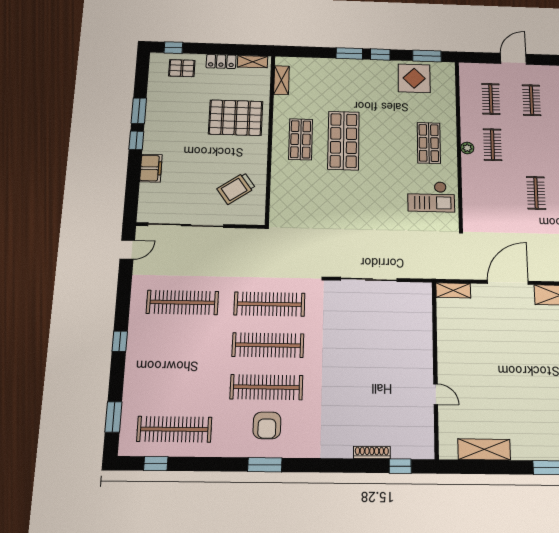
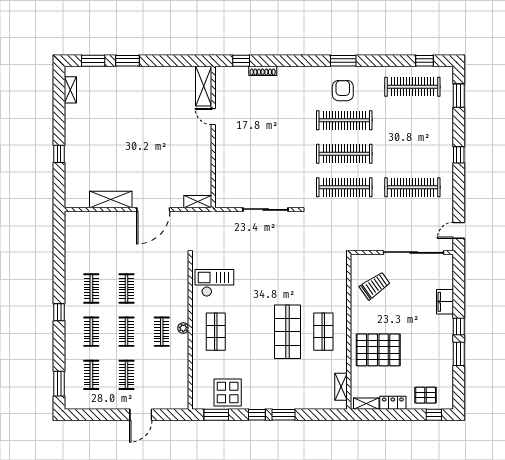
clothes rail: (491, 99) -> (127, 332), moved
shelving: (484, 449) -> (204, 86), moved, turned 90

